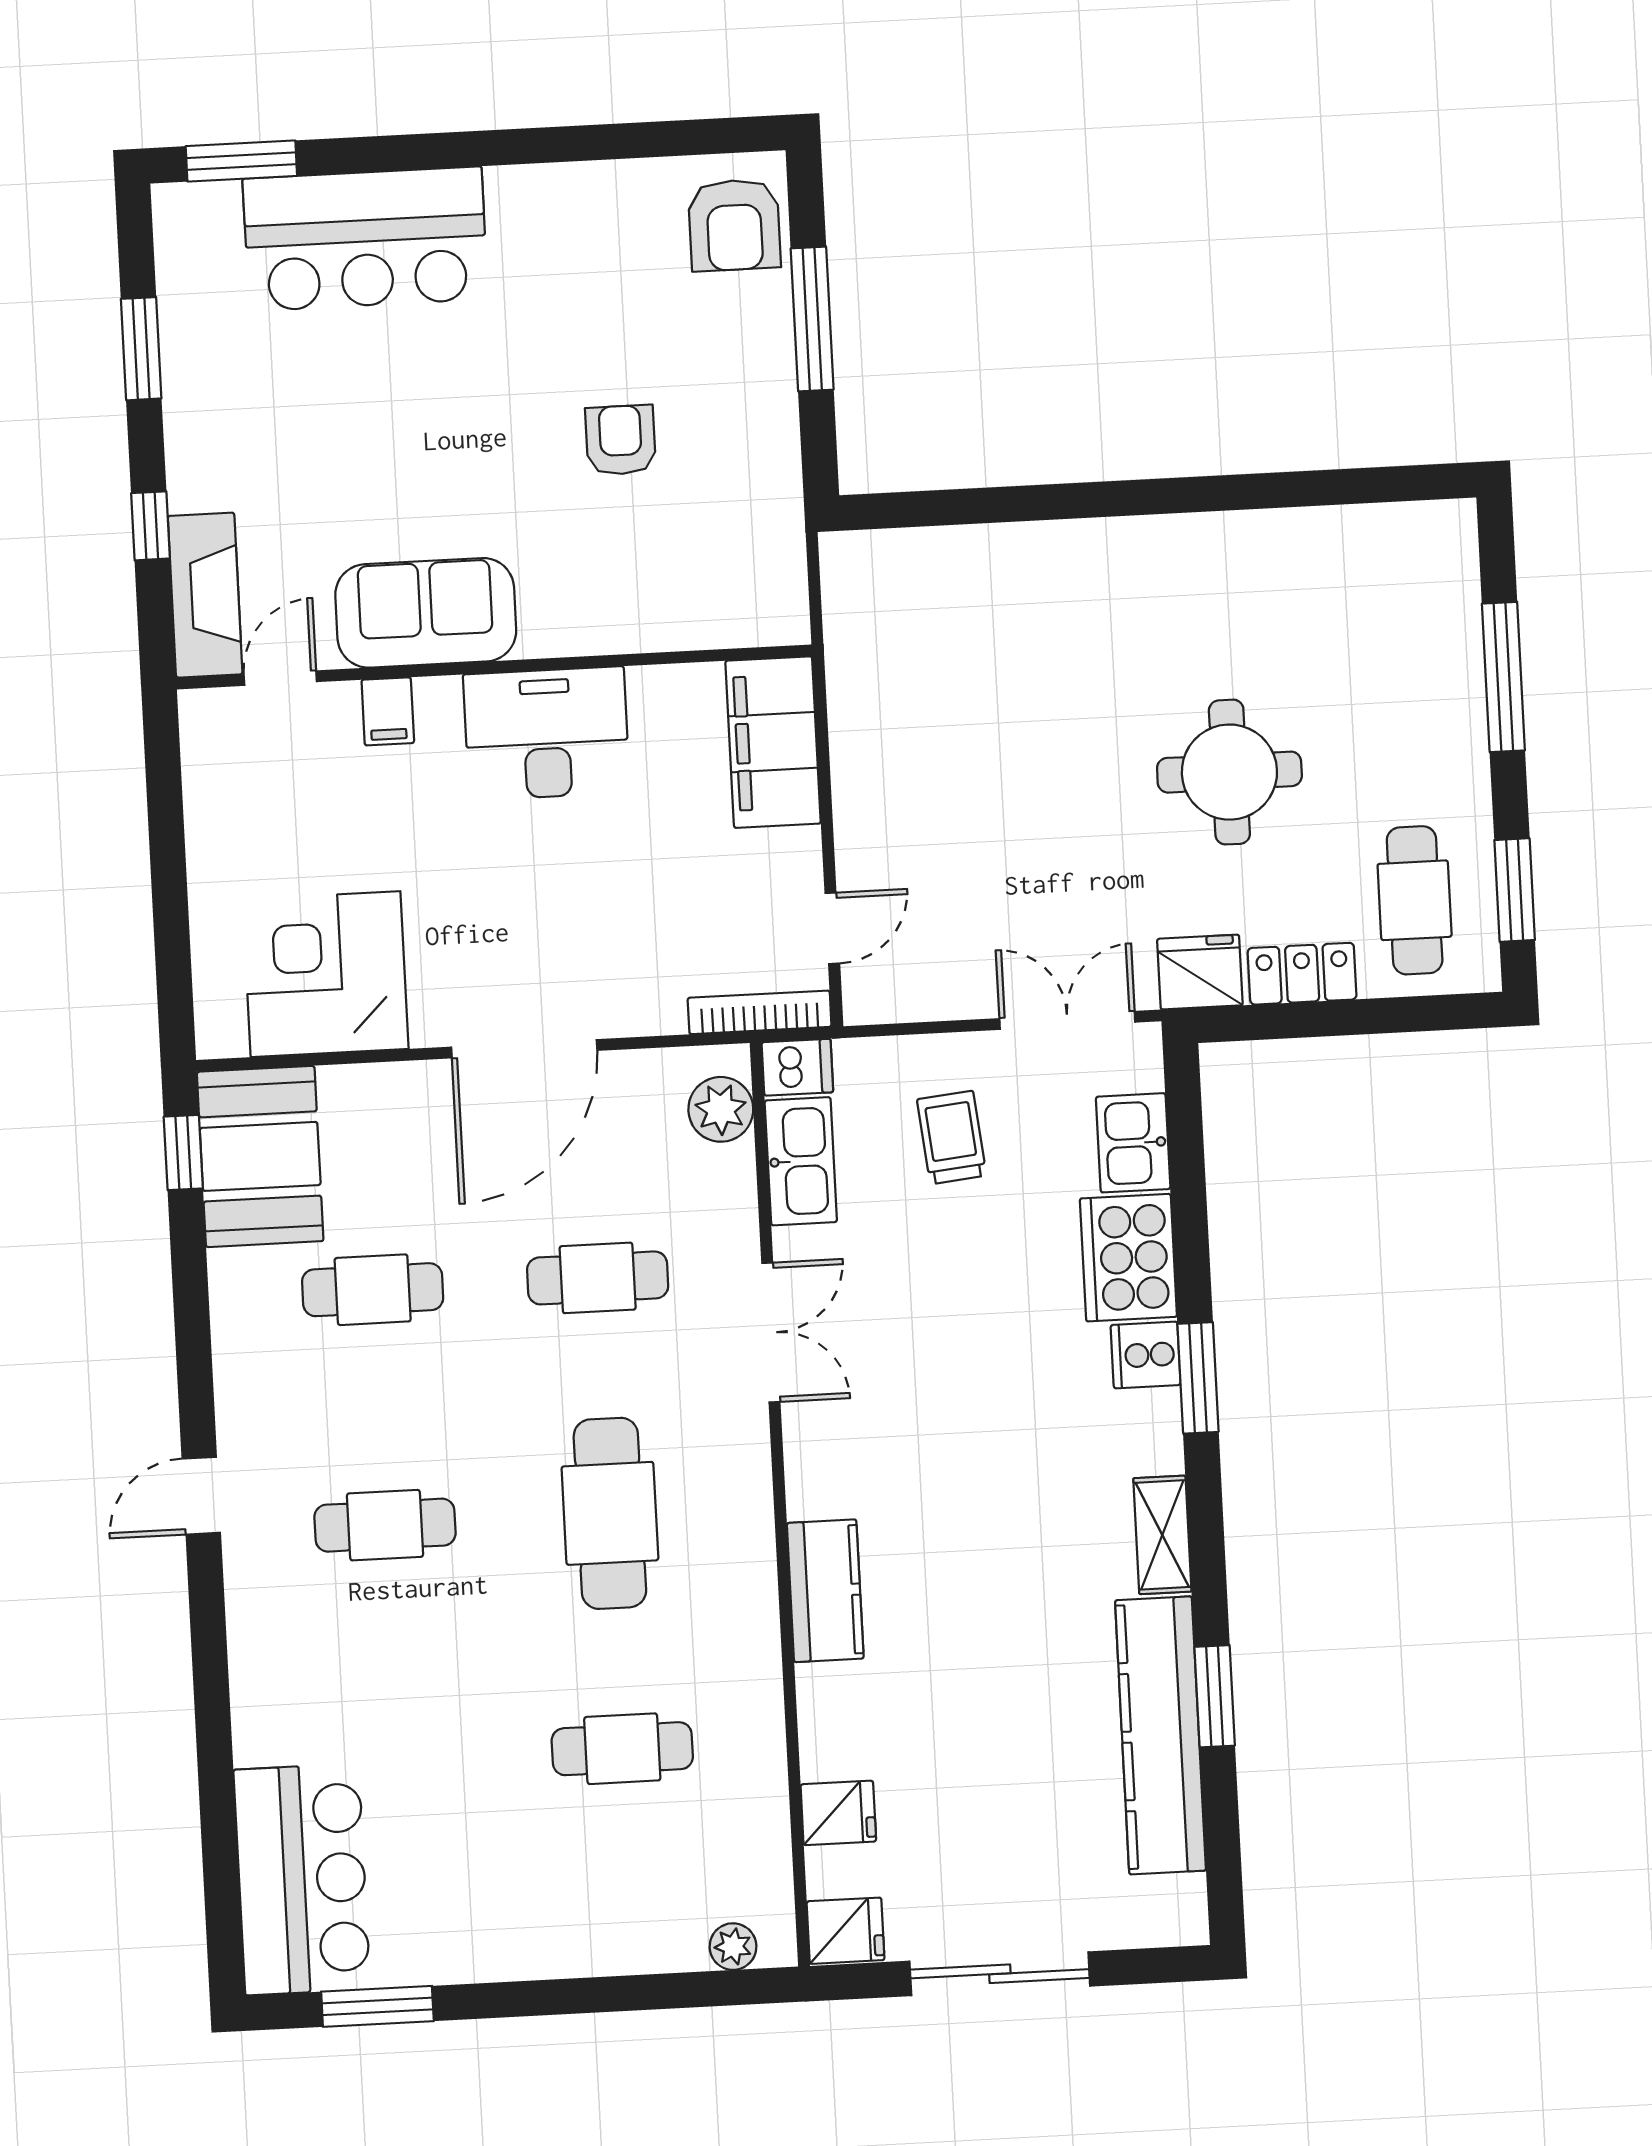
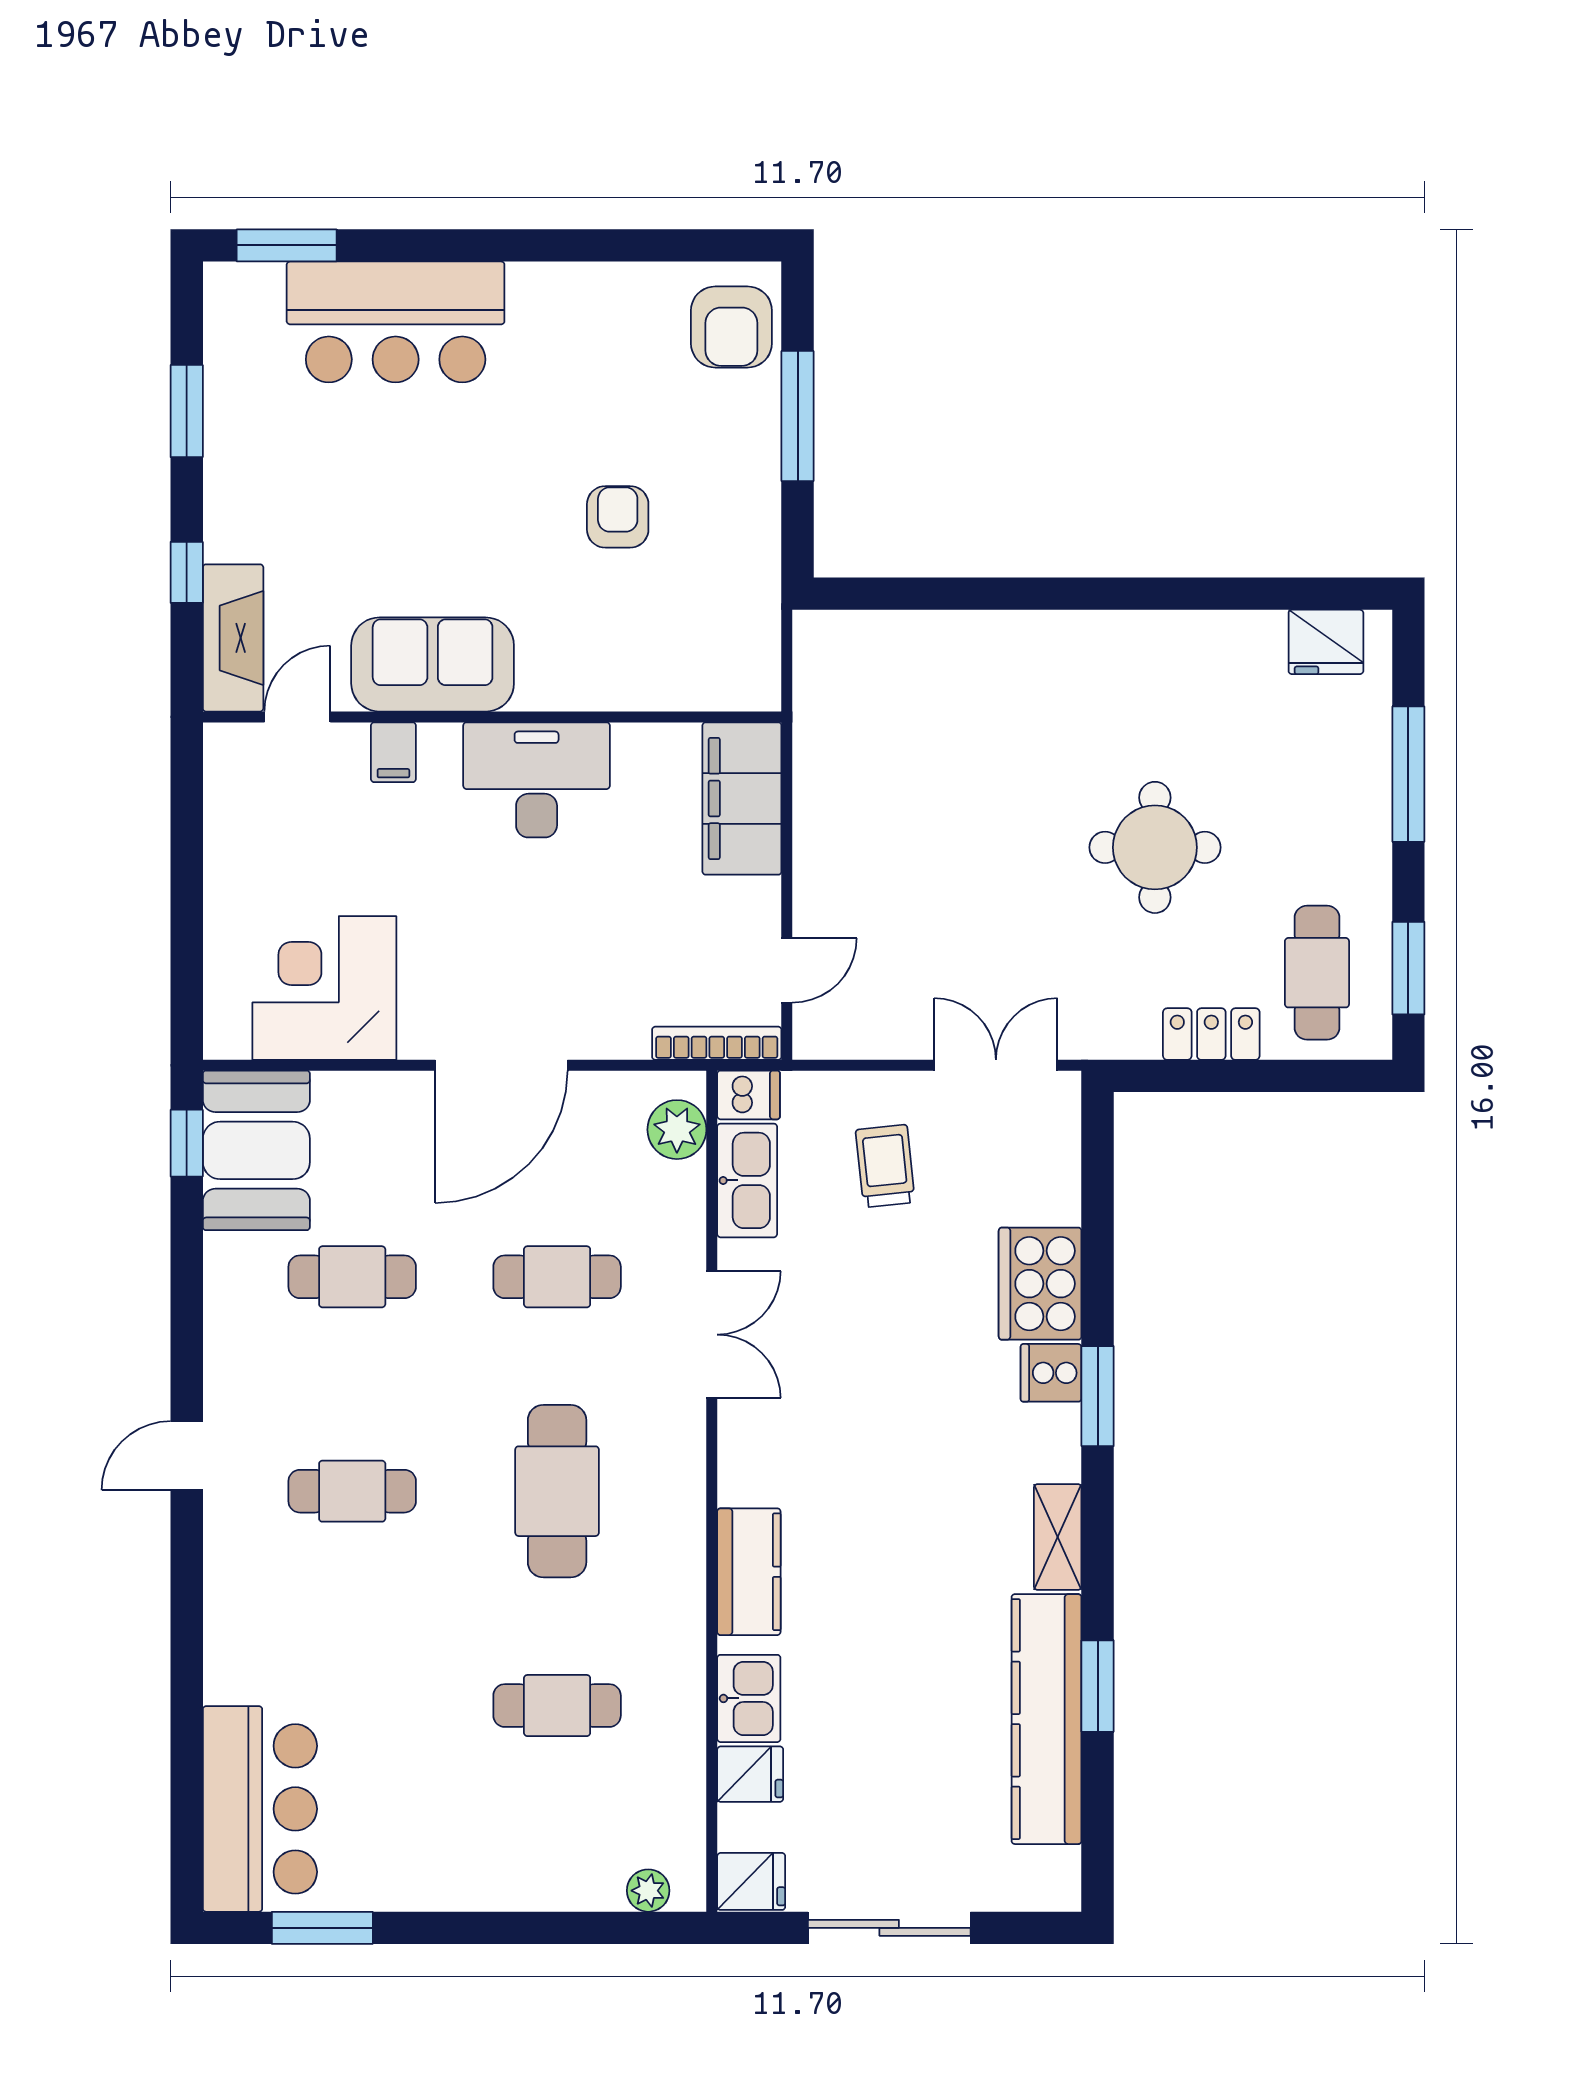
fridge: (1200, 972) -> (1326, 642), moved, turned 180
kitchen sink: (1133, 1143) -> (749, 1698), moved, turned 180

